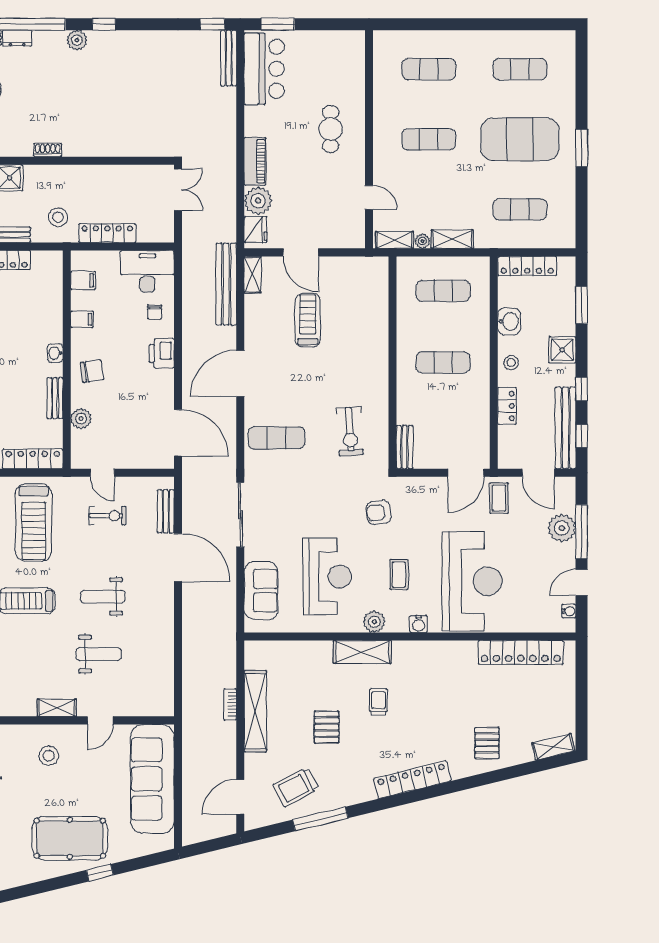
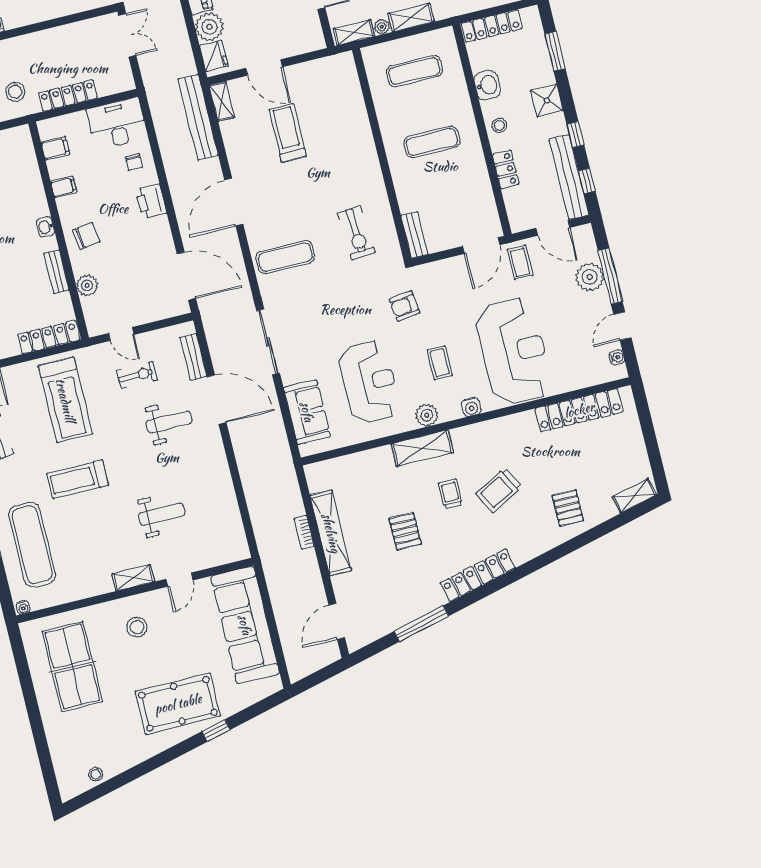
weight bench: (103, 597) -> (169, 422), moved, turned 180
locker: (412, 780) -> (478, 575), moved
trolley: (296, 787) -> (499, 490), moved

